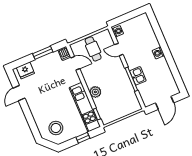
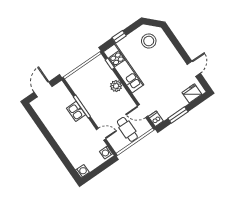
washing machine: (158, 53) -> (82, 171), moved

